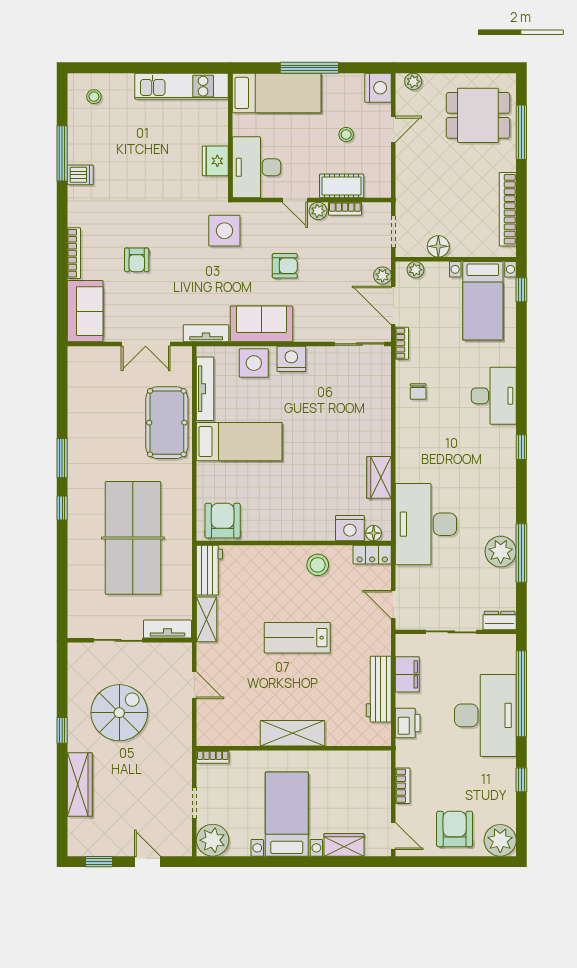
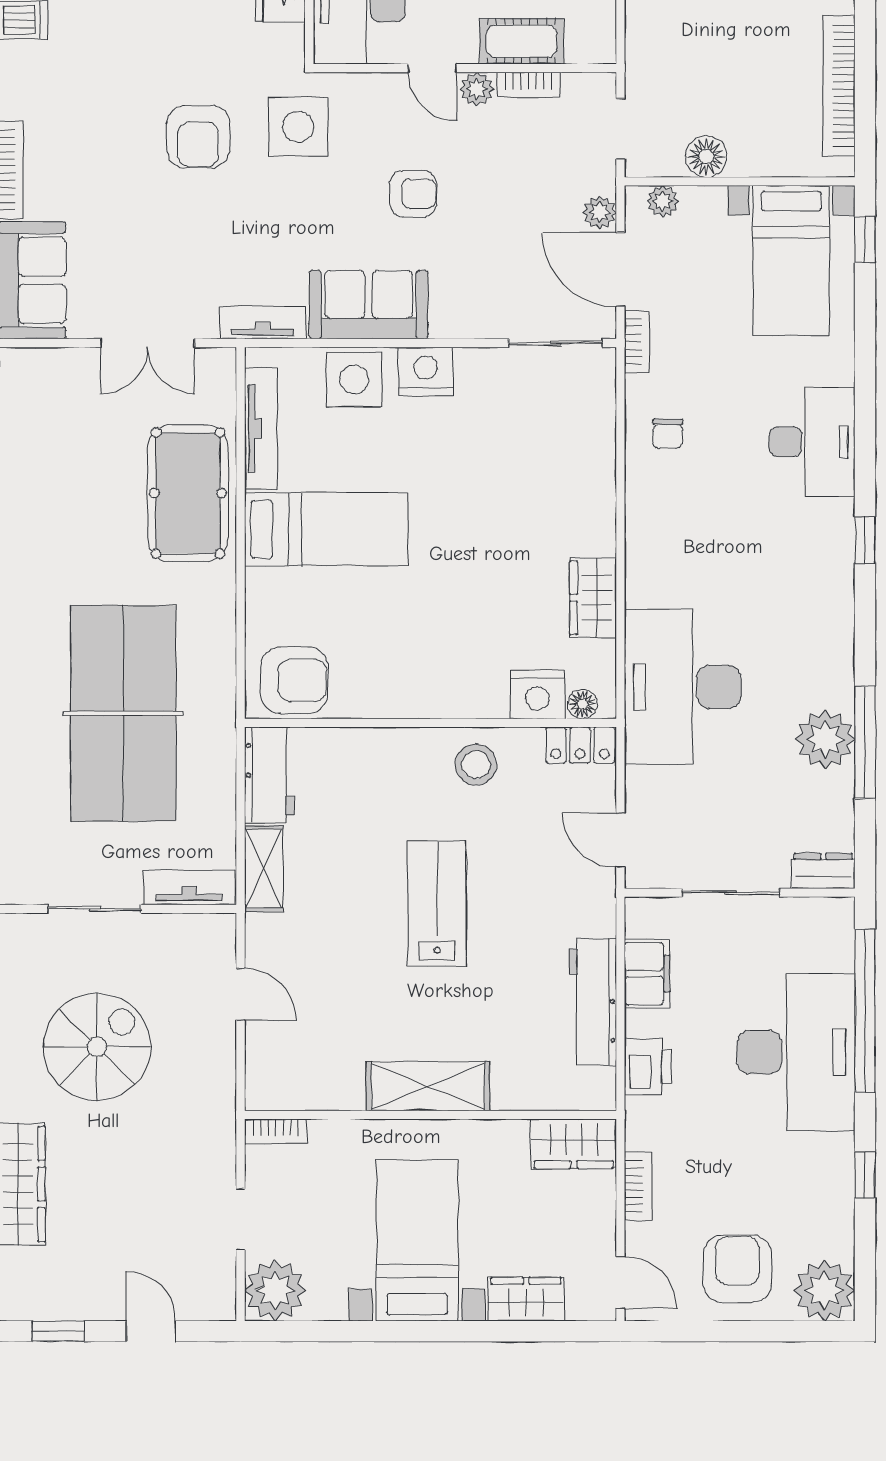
armchair: (137, 260) -> (198, 137), moved, width x1.38, depth x1.38
armchair: (223, 521) -> (294, 680), turned 90
lab bench: (297, 638) -> (437, 904), turned 90
wardrobe: (369, 763) -> (574, 1144), added

